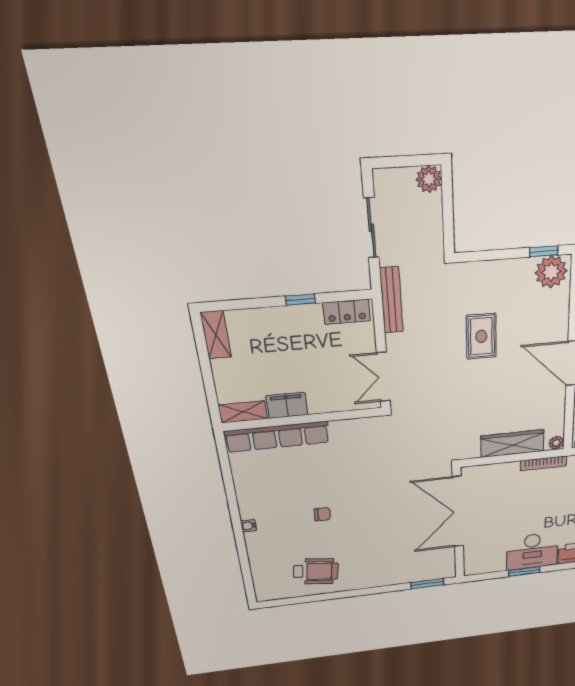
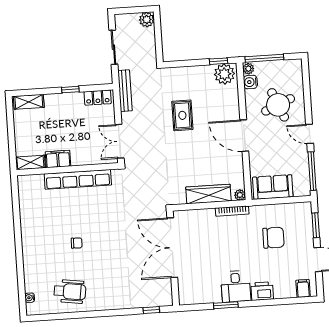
shelving: (216, 335) -> (29, 102), moved, turned 90
row of seats: (277, 437) -> (78, 179), moved
water cooler: (249, 526) -> (30, 298), moved
desk: (532, 551) -> (236, 286), width x0.73
window: (427, 584) -> (151, 310), width x0.67

